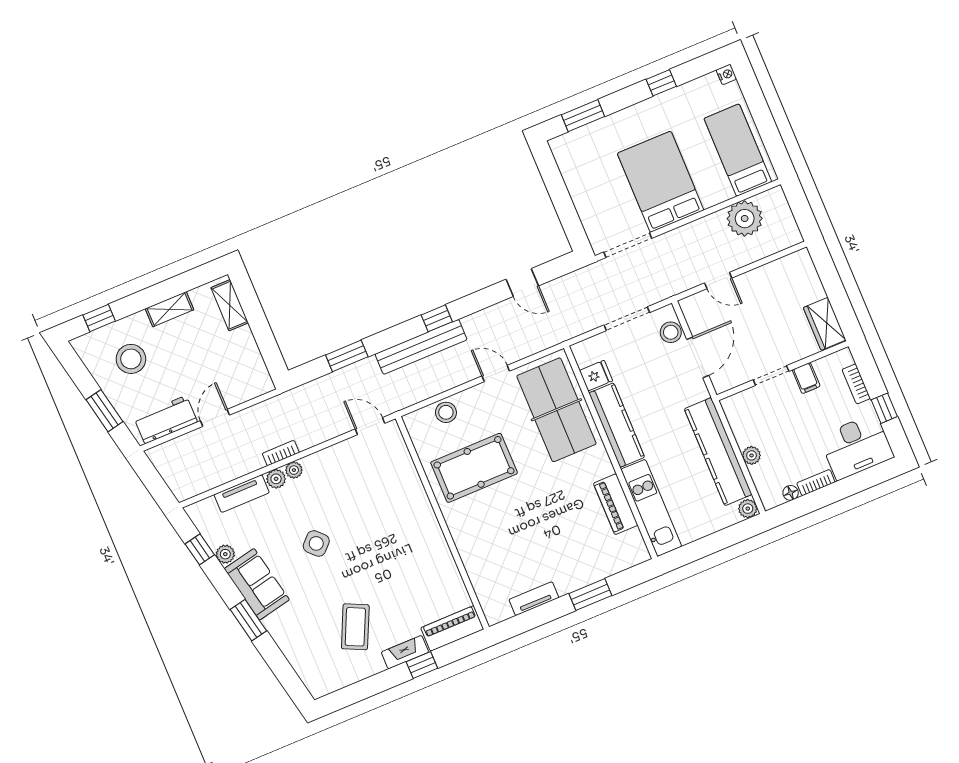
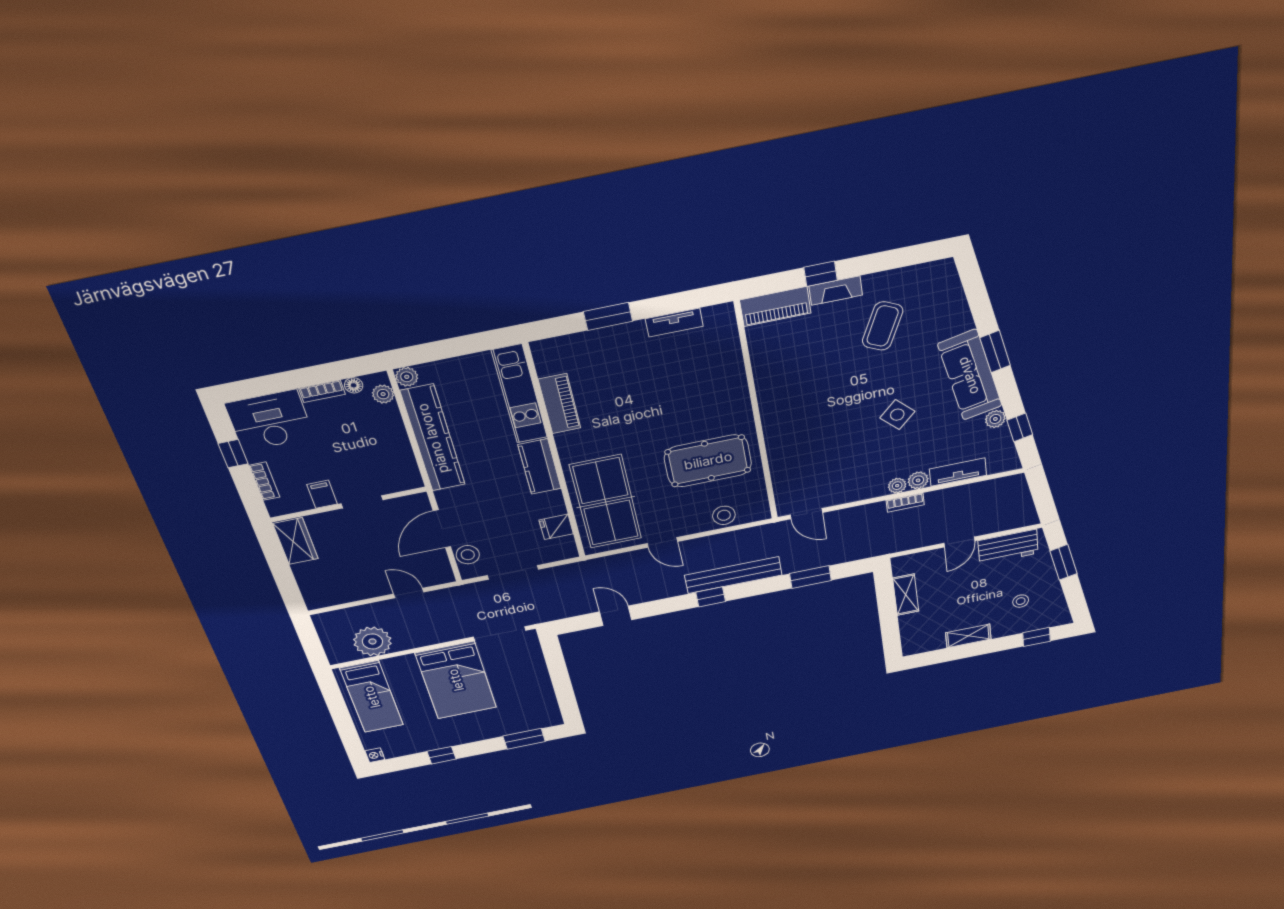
shelving: (230, 305) -> (906, 595), moved
stool: (131, 359) -> (1021, 601), width x0.53, depth x0.53
kitchen counter: (617, 425) -> (540, 467), width x0.67
plant: (752, 455) -> (383, 394), moved
sofa: (257, 584) -> (970, 375), width x1.36

